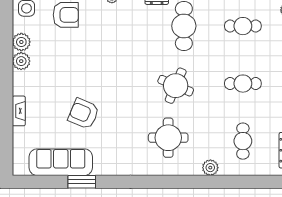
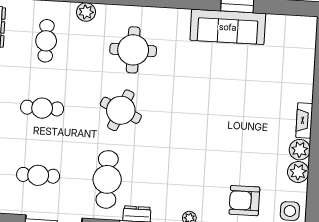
fireplace: (19, 111) -> (304, 120), moved
armchair: (84, 114) -> (230, 84), removed
sofa: (61, 162) -> (228, 27), moved

